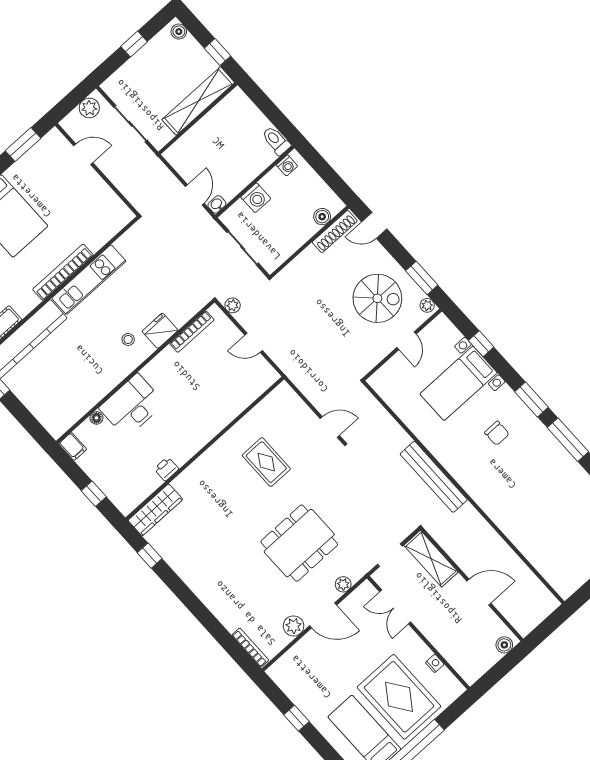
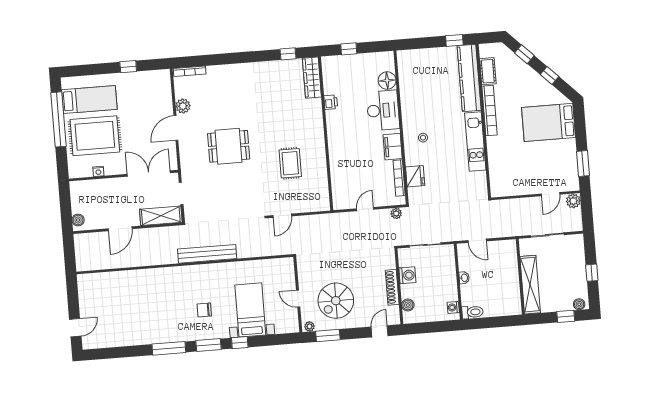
window: (218, 52) -> (566, 316), moved
plant: (89, 108) -> (573, 201), moved
washing machine: (256, 198) -> (407, 275), moved, turned 180
washbasin: (217, 204) -> (464, 278), moved
shoe rack: (335, 232) -> (392, 287), moved
bookcase: (63, 272) -> (489, 111), moved
fridge: (160, 331) -> (415, 176), moved
window: (481, 344) -> (240, 343), moved
floor lamp: (96, 418) -> (387, 81), width x1.89, depth x1.89
filing cabinet: (73, 446) -> (393, 147), moved, width x2.00
rug: (266, 462) -> (290, 163), turned 90
dining table: (299, 543) -> (229, 146), width x0.73
plant: (343, 584) -> (185, 153), removed
double door: (395, 607) -> (149, 174), width x1.37

